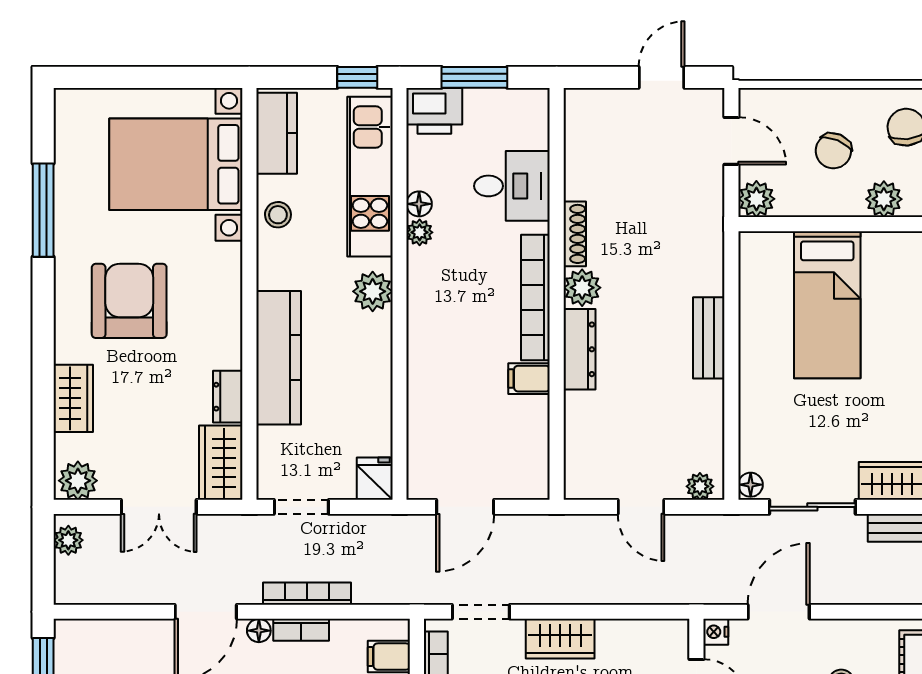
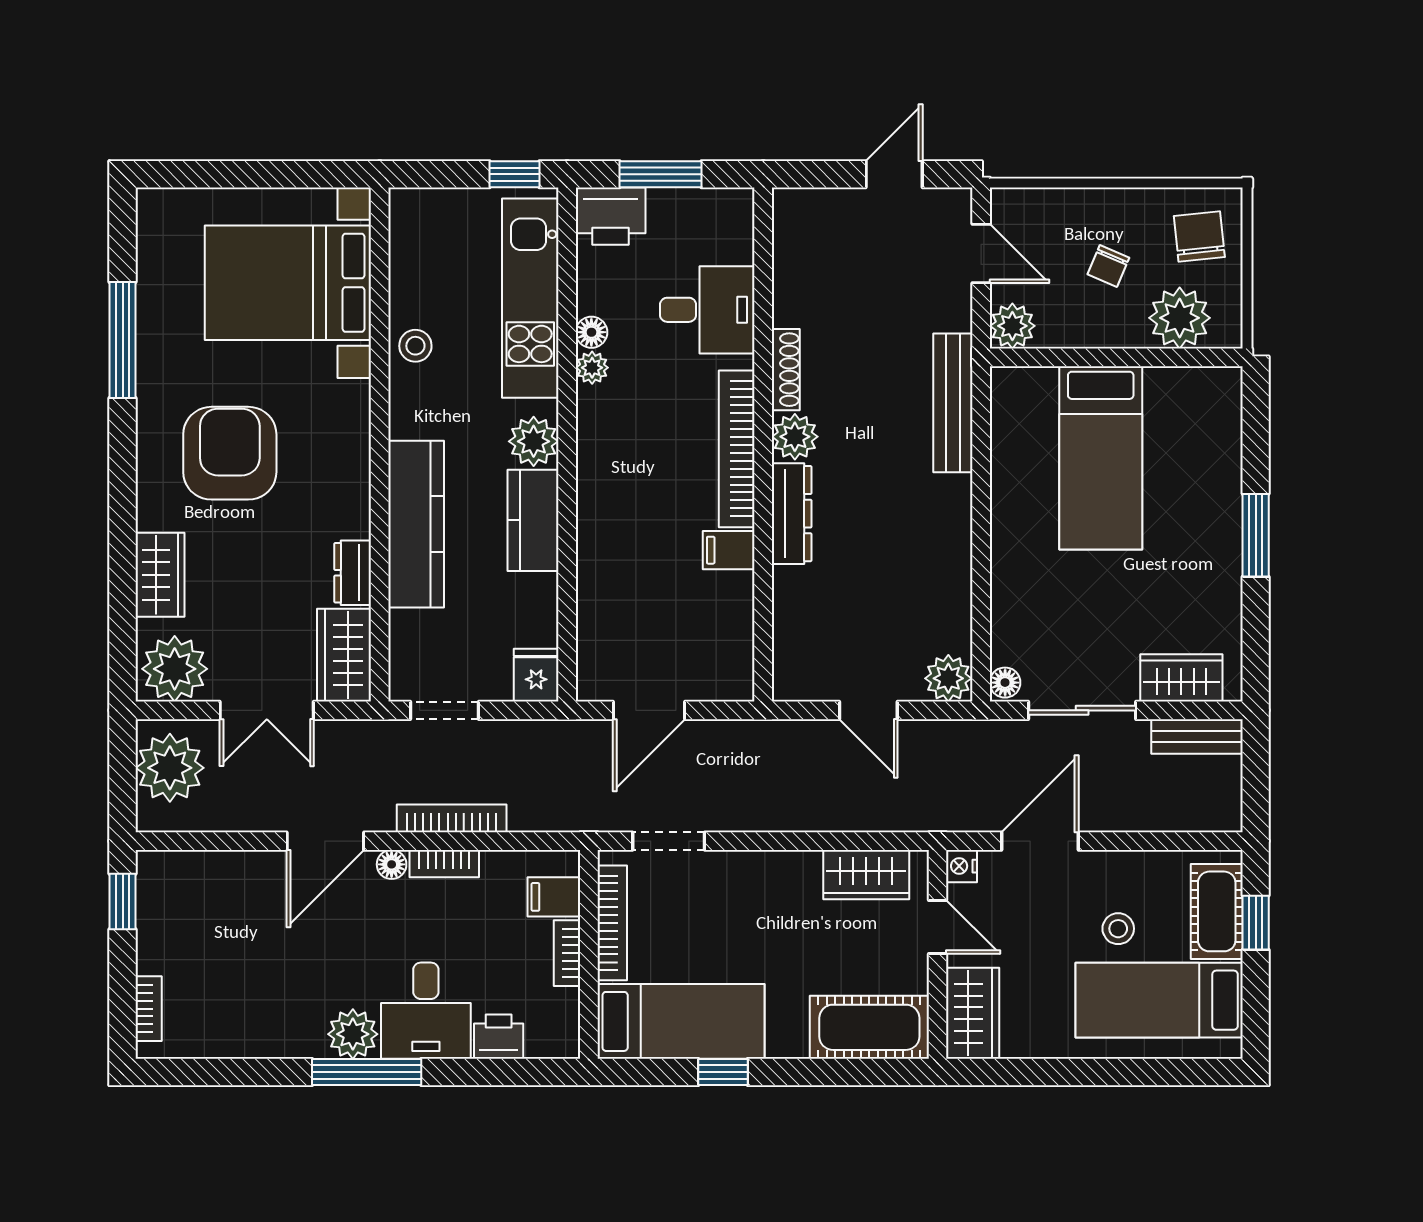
kitchen counter: (277, 133) -> (533, 520), moved, turned 180
chair: (833, 151) -> (1108, 266), width x0.73, depth x0.73
plant: (884, 199) -> (1180, 318), width x1.36, depth x1.36
bench: (709, 338) -> (953, 403), moved, width x1.36
plant: (78, 481) -> (175, 669), width x1.36, depth x1.36
plant: (700, 486) -> (948, 678), width x1.38, depth x1.38
plant: (68, 540) -> (170, 768), width x1.88, depth x1.88
wardrobe: (560, 639) -> (866, 875), moved

